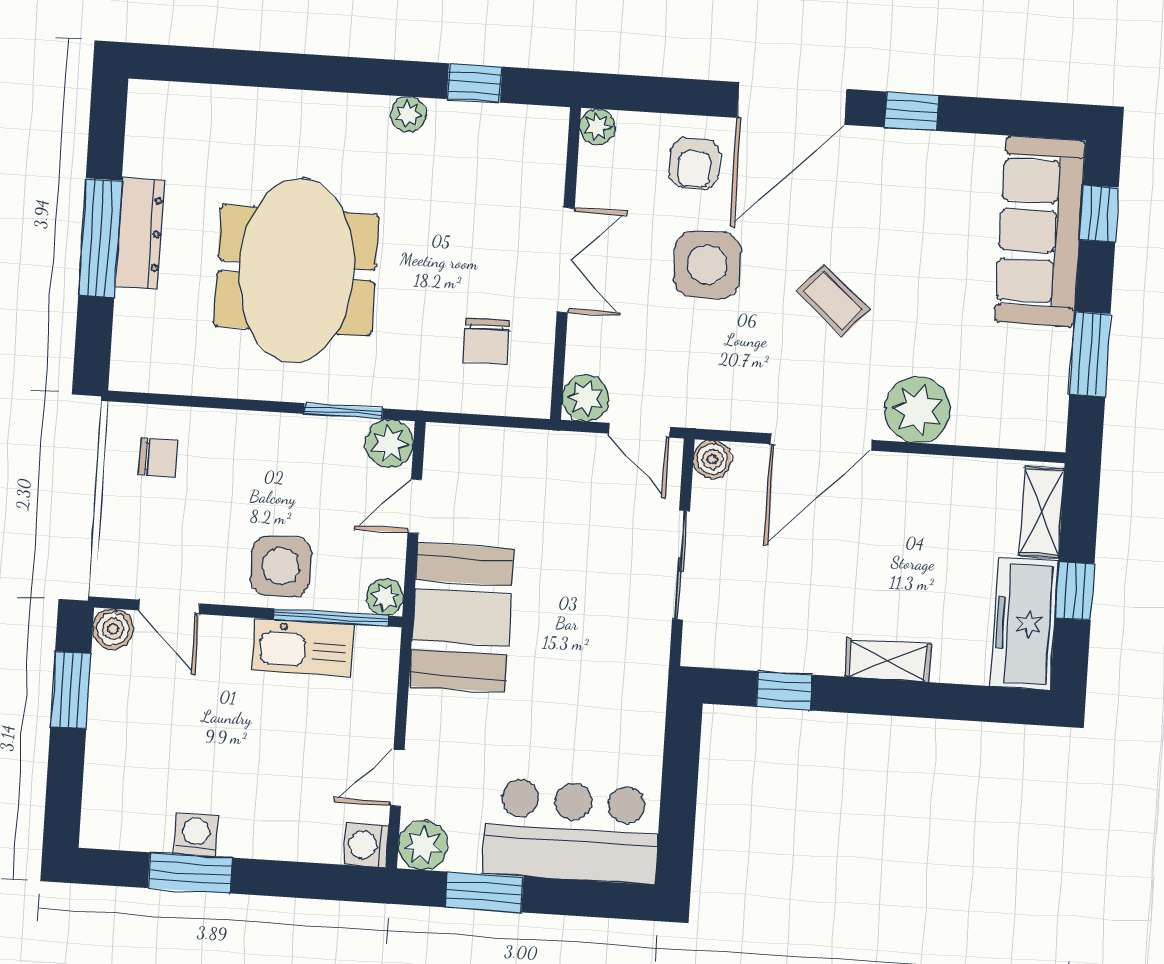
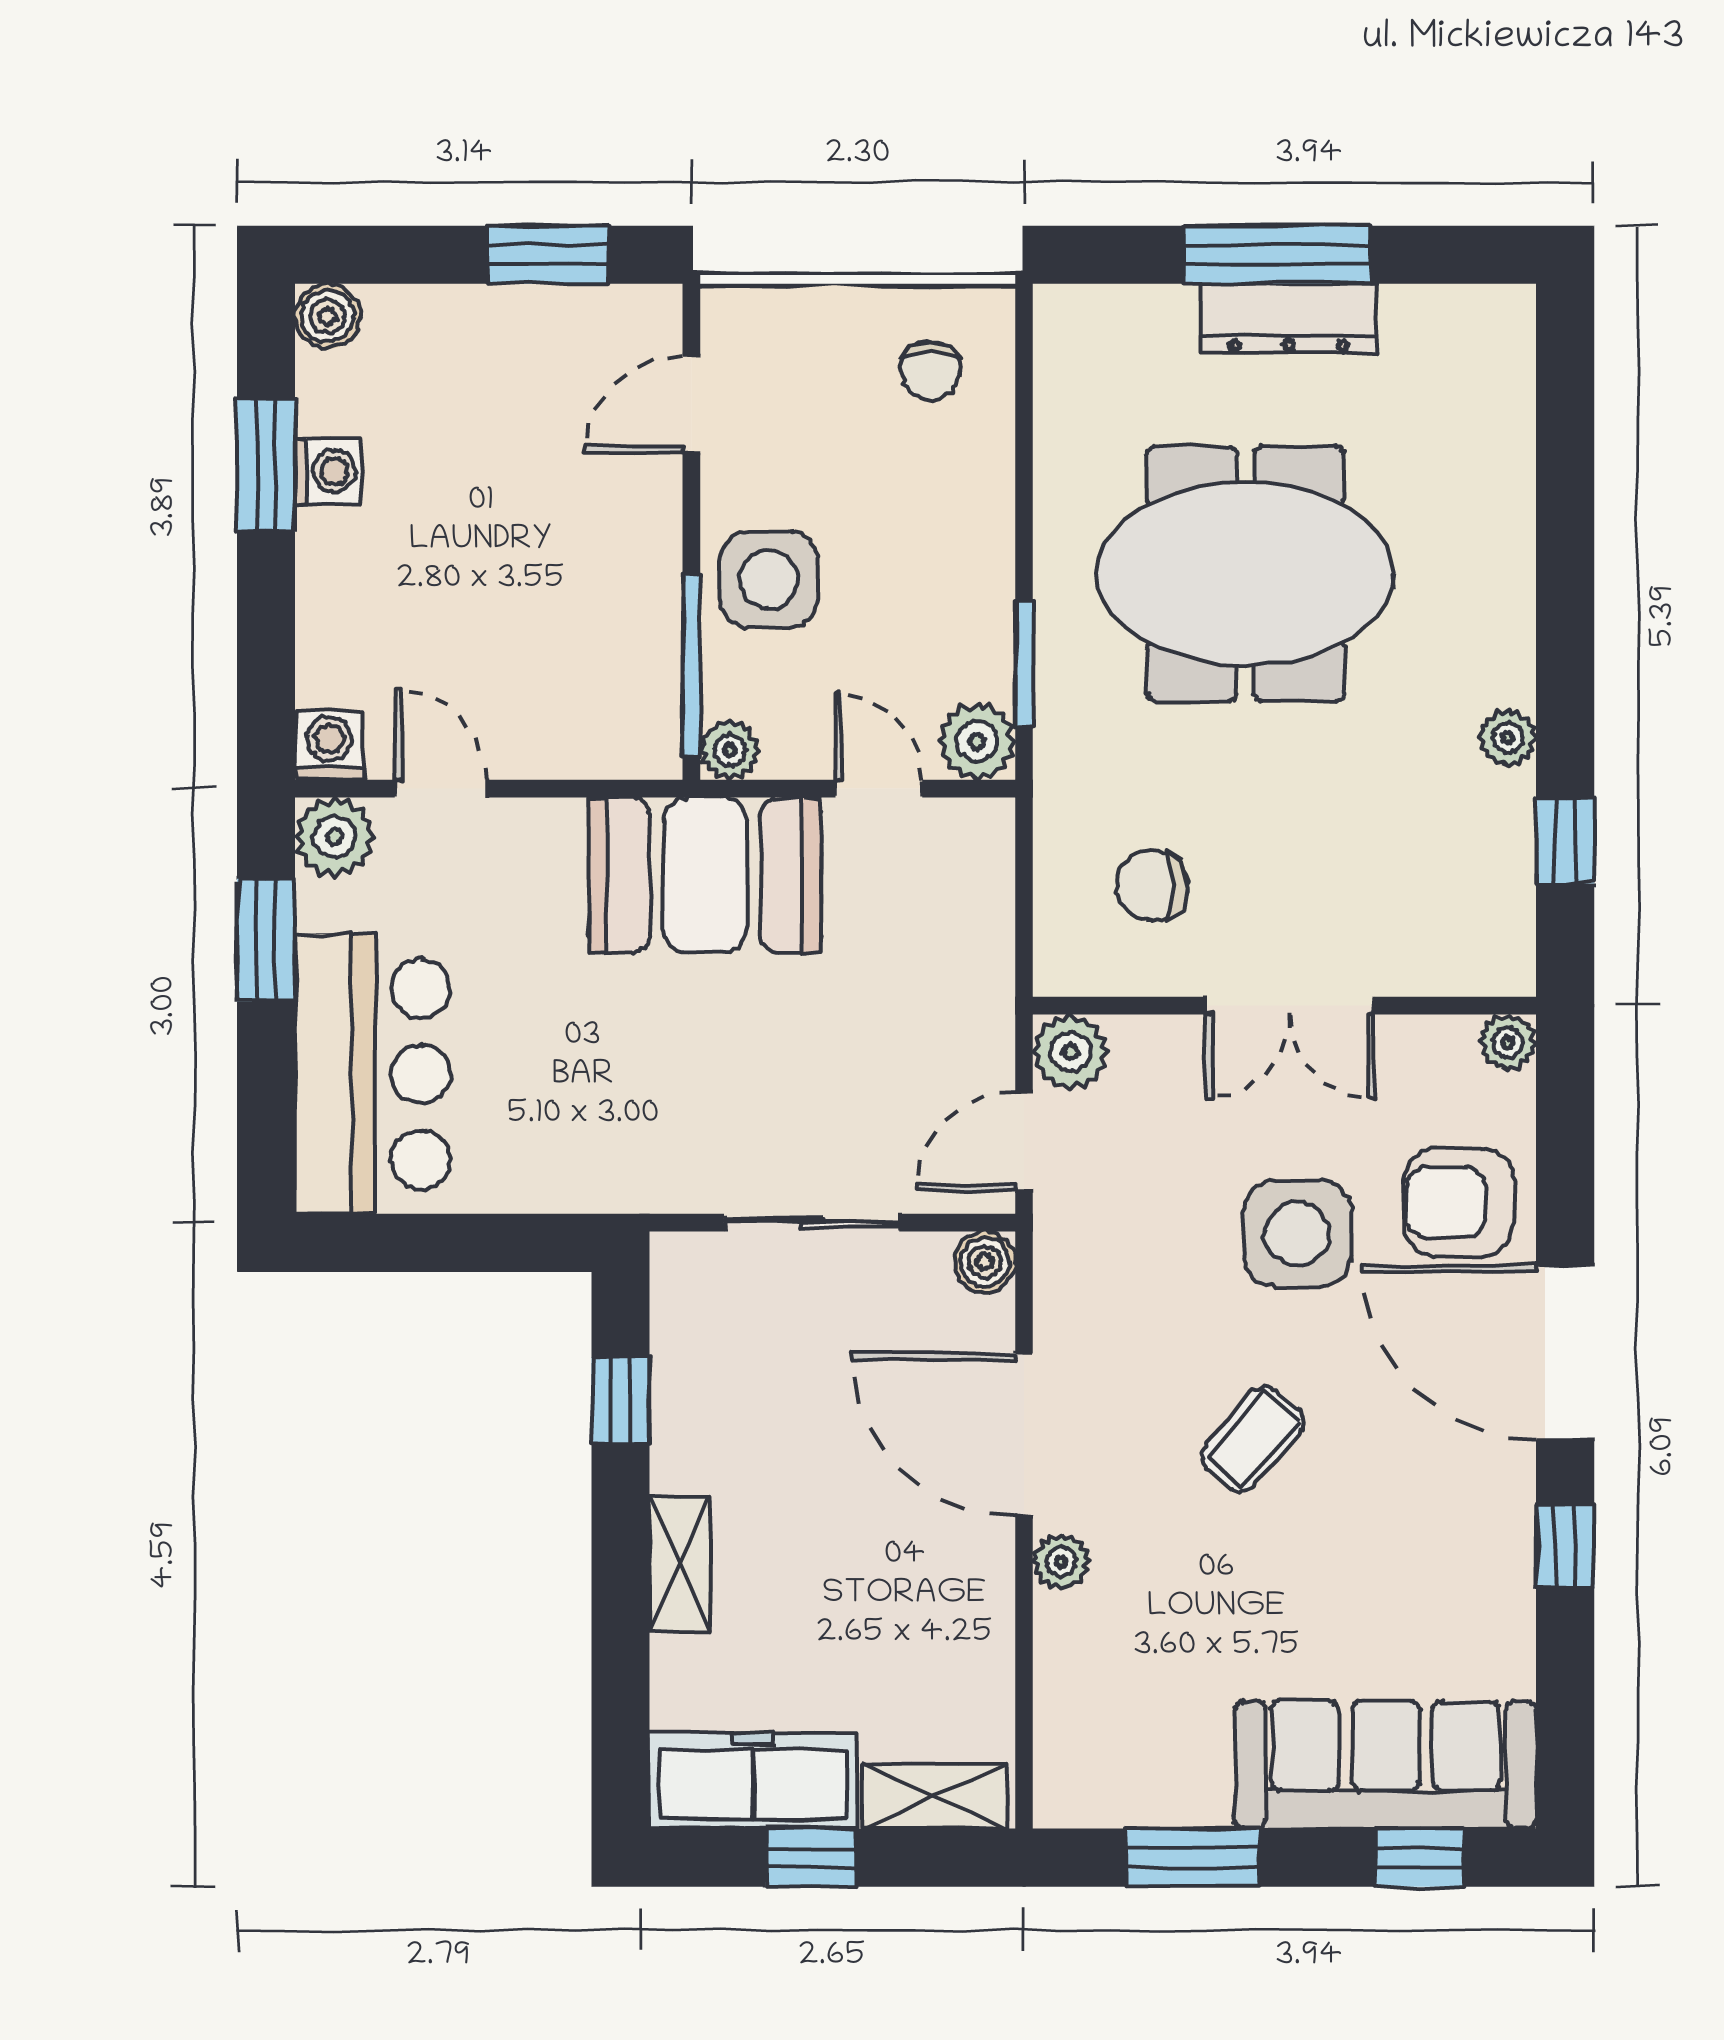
armchair: (694, 163) -> (1459, 1202), width x1.38, depth x1.38
plant: (918, 410) -> (1061, 1562), width x0.53, depth x0.53
boiler: (113, 629) -> (328, 316), moved
kitchen sink: (302, 647) -> (640, 623), removed

